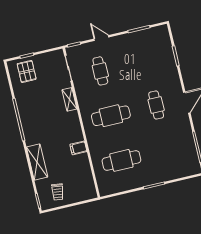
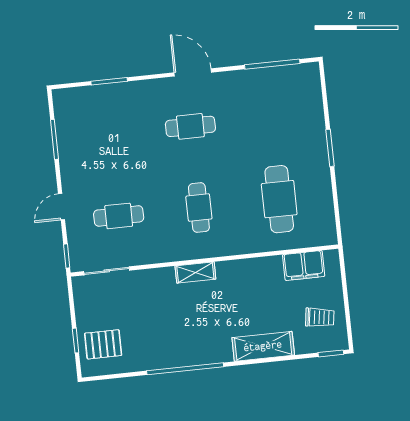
shelving: (69, 99) -> (195, 272), moved
cafe table: (111, 116) -> (199, 208), width x0.73, depth x0.74
filing cabinet: (78, 148) -> (304, 265), moved, width x2.00

